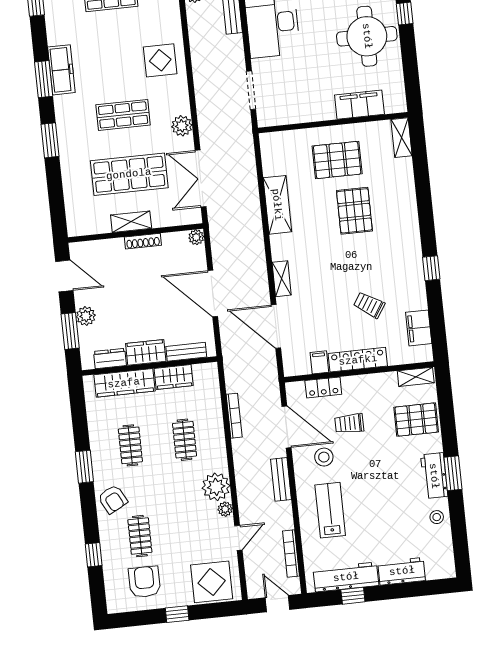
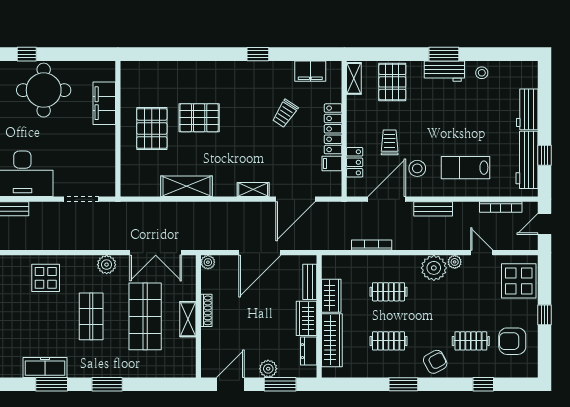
shelving: (401, 138) -> (138, 69), removed
trolley: (349, 424) -> (390, 142), turned 180

